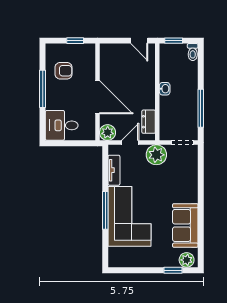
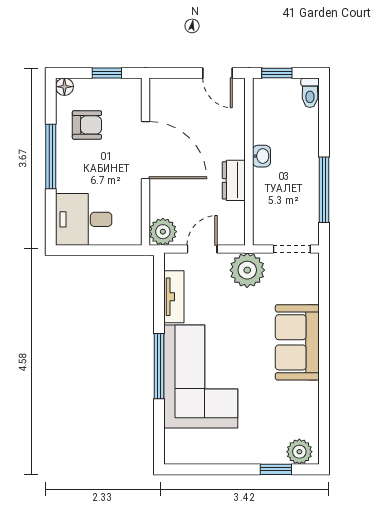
floor lamp: (51, 49) -> (64, 87), added
door: (97, 97) -> (146, 150), moved
dresser: (149, 122) -> (234, 180), moved
sofa: (185, 225) -> (297, 342), moved

